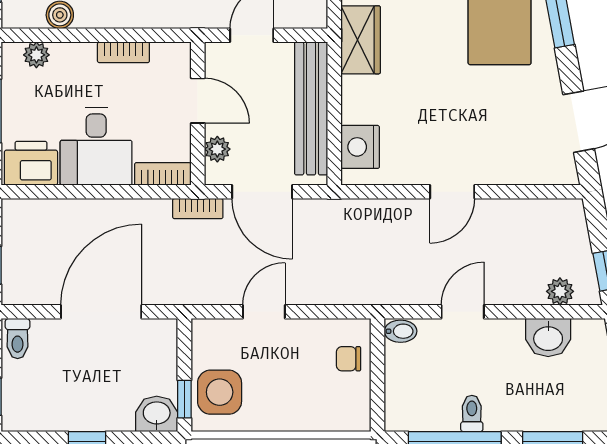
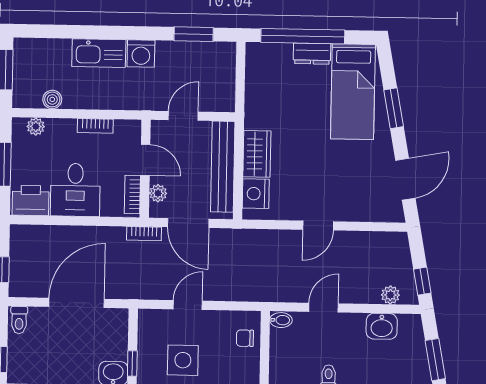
wardrobe: (361, 40) -> (257, 154), moved
bookcase: (163, 174) -> (132, 194), moved, turned -90
side table: (220, 392) -> (183, 360), moved

